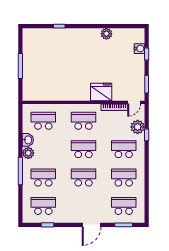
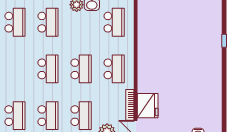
plant: (106, 34) -> (215, 96), removed
fridge: (101, 92) -> (148, 106), moved

